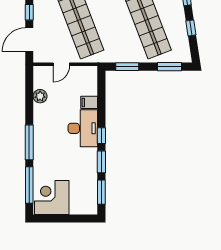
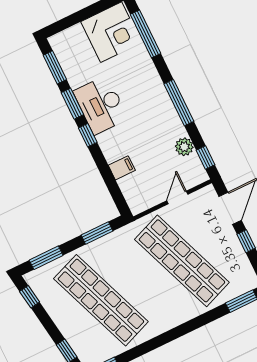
window: (191, 28) -> (30, 297), moved
window: (29, 82) -> (206, 158), added
desk: (83, 128) -> (101, 105), moved
window: (29, 142) -> (179, 103), moved

